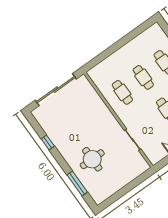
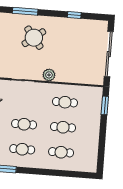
window: (99, 59) -> (105, 105), added
plant: (112, 123) -> (49, 75), added
round table: (92, 159) -> (34, 38), turned -38

